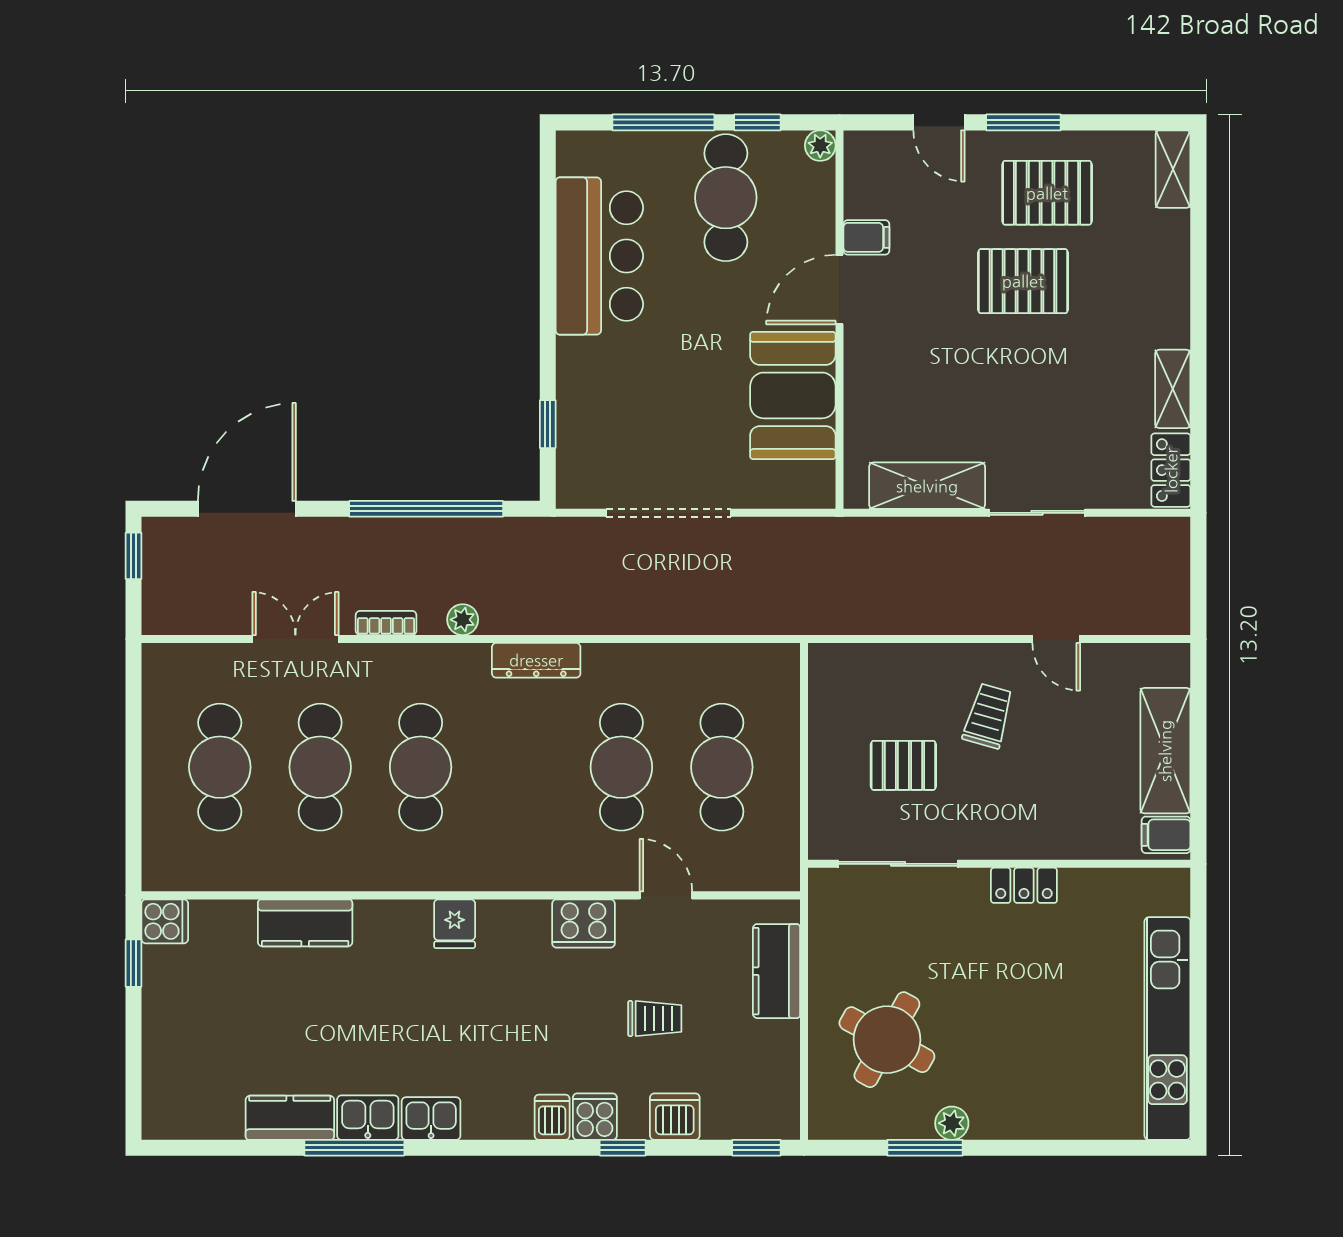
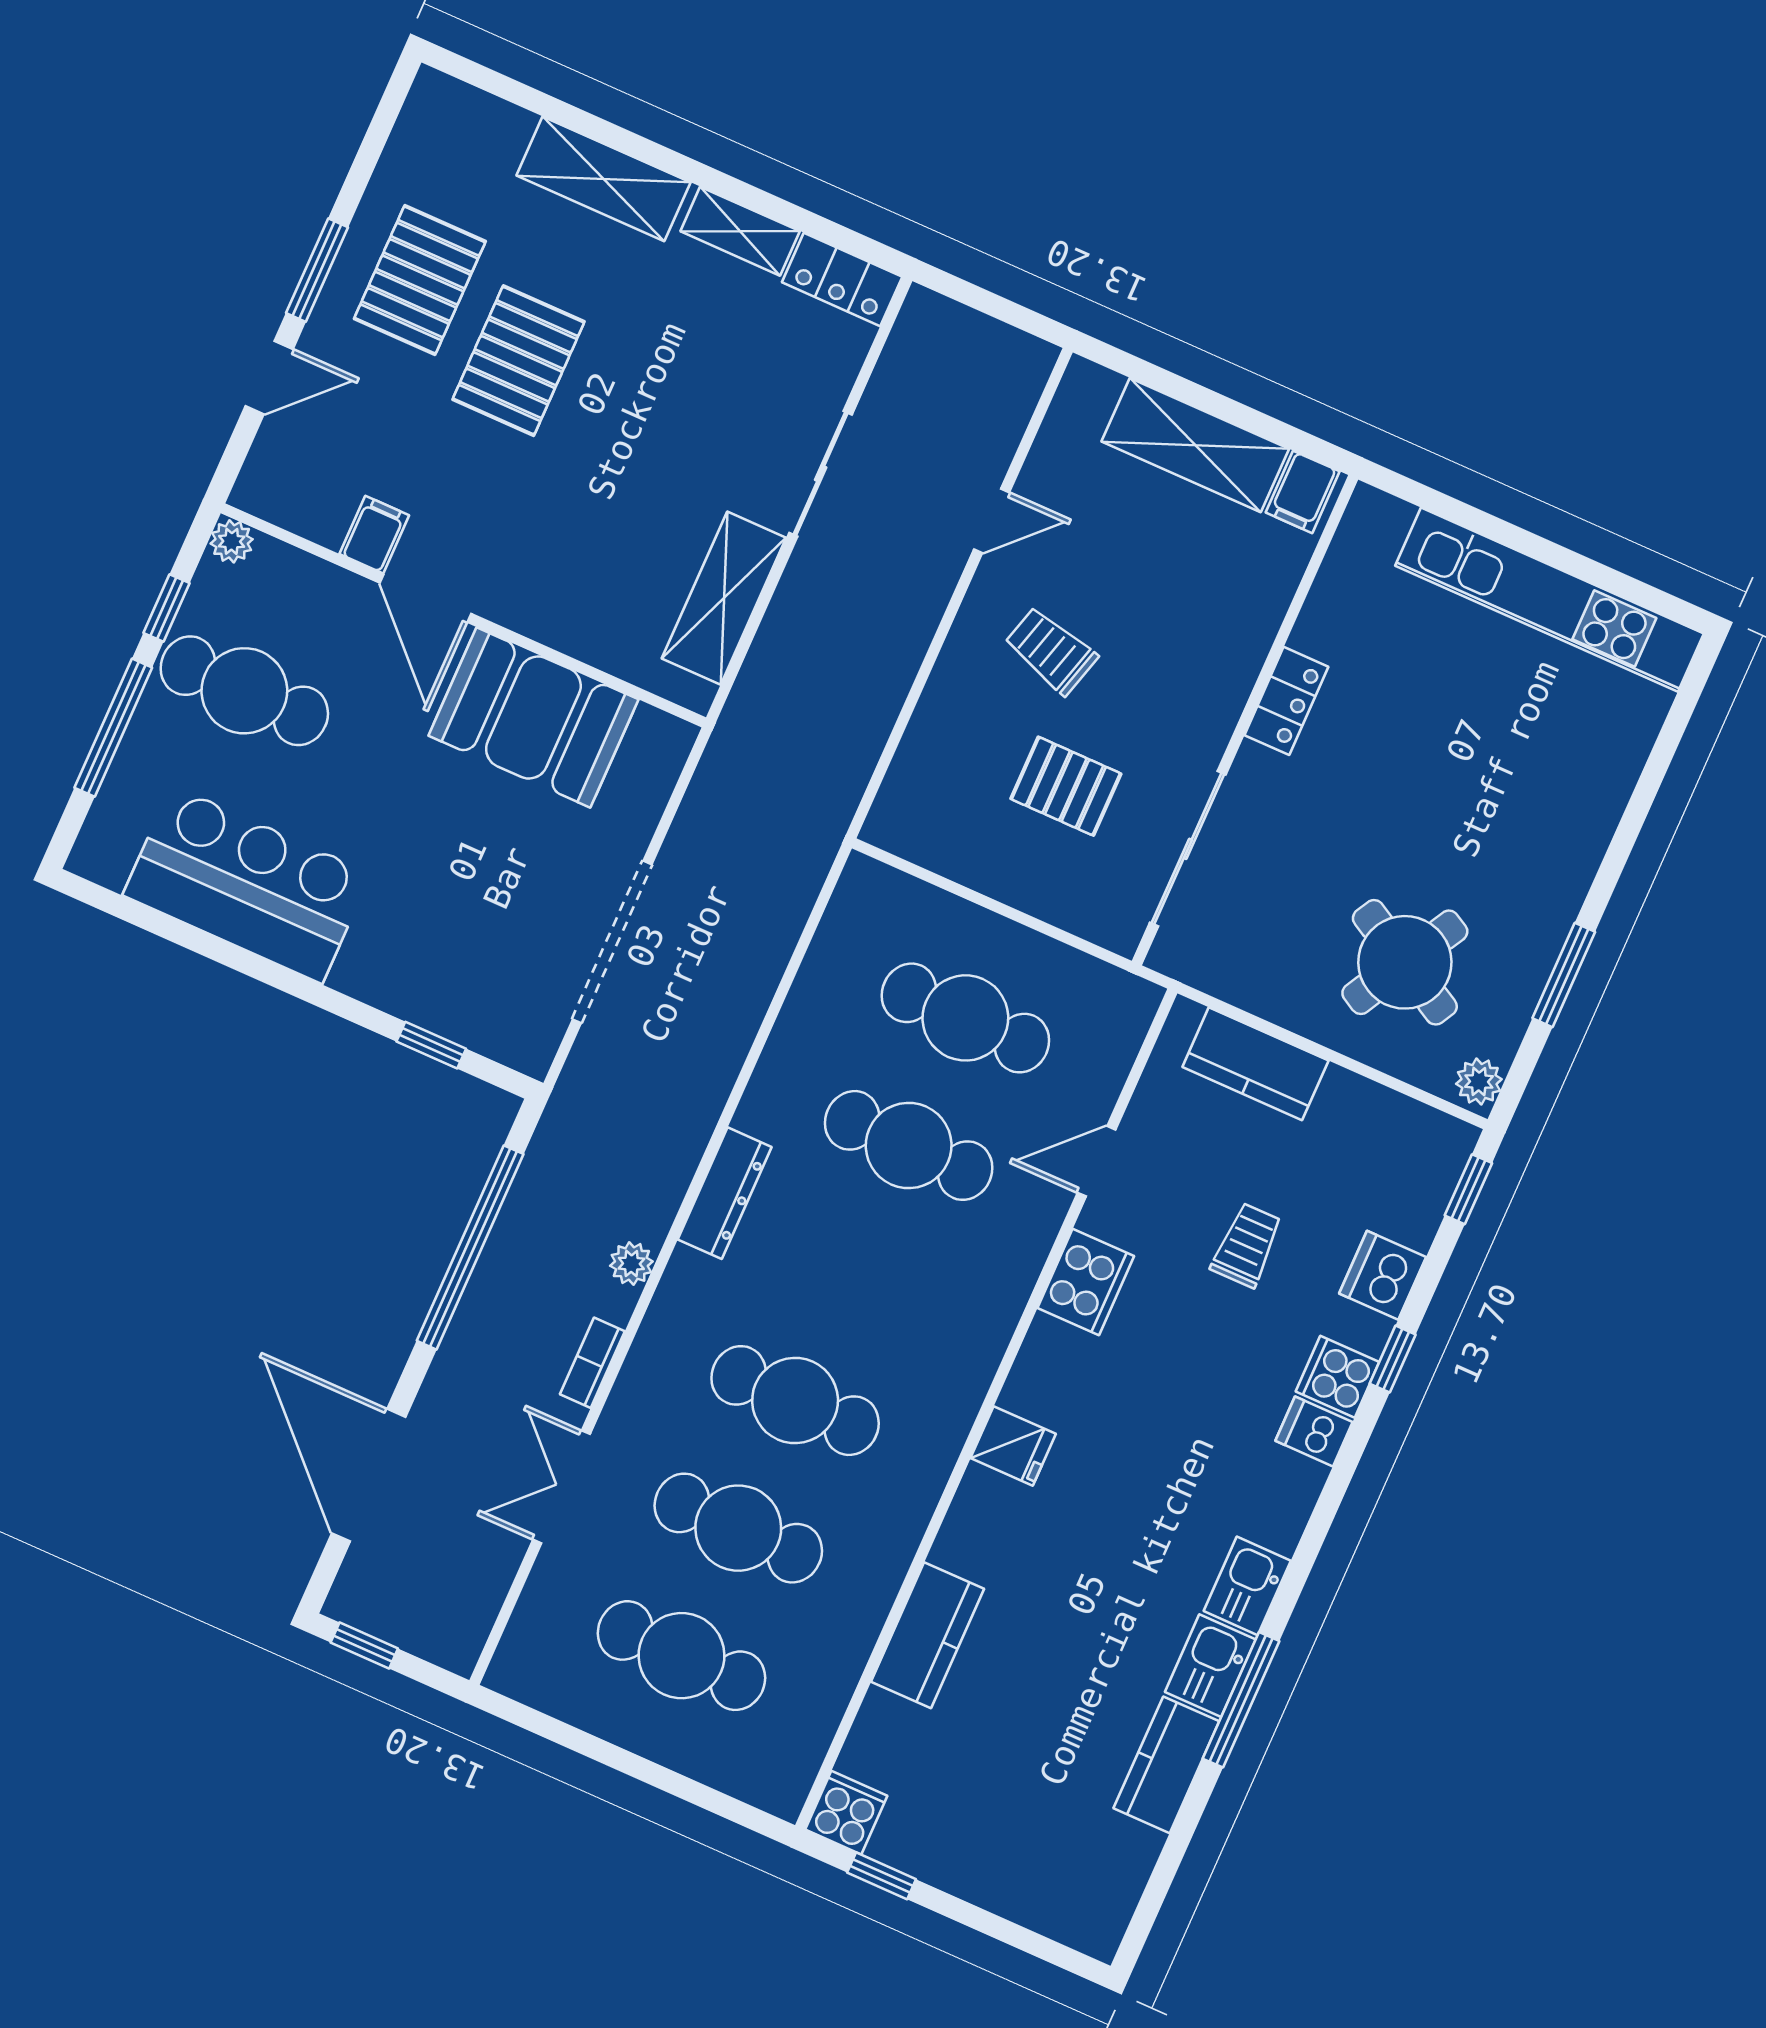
shelving: (1173, 169) -> (603, 179), moved, width x1.50, depth x1.33
pallet: (903, 765) -> (1066, 786), turned 90
plant: (952, 1123) -> (1479, 1082), moved

